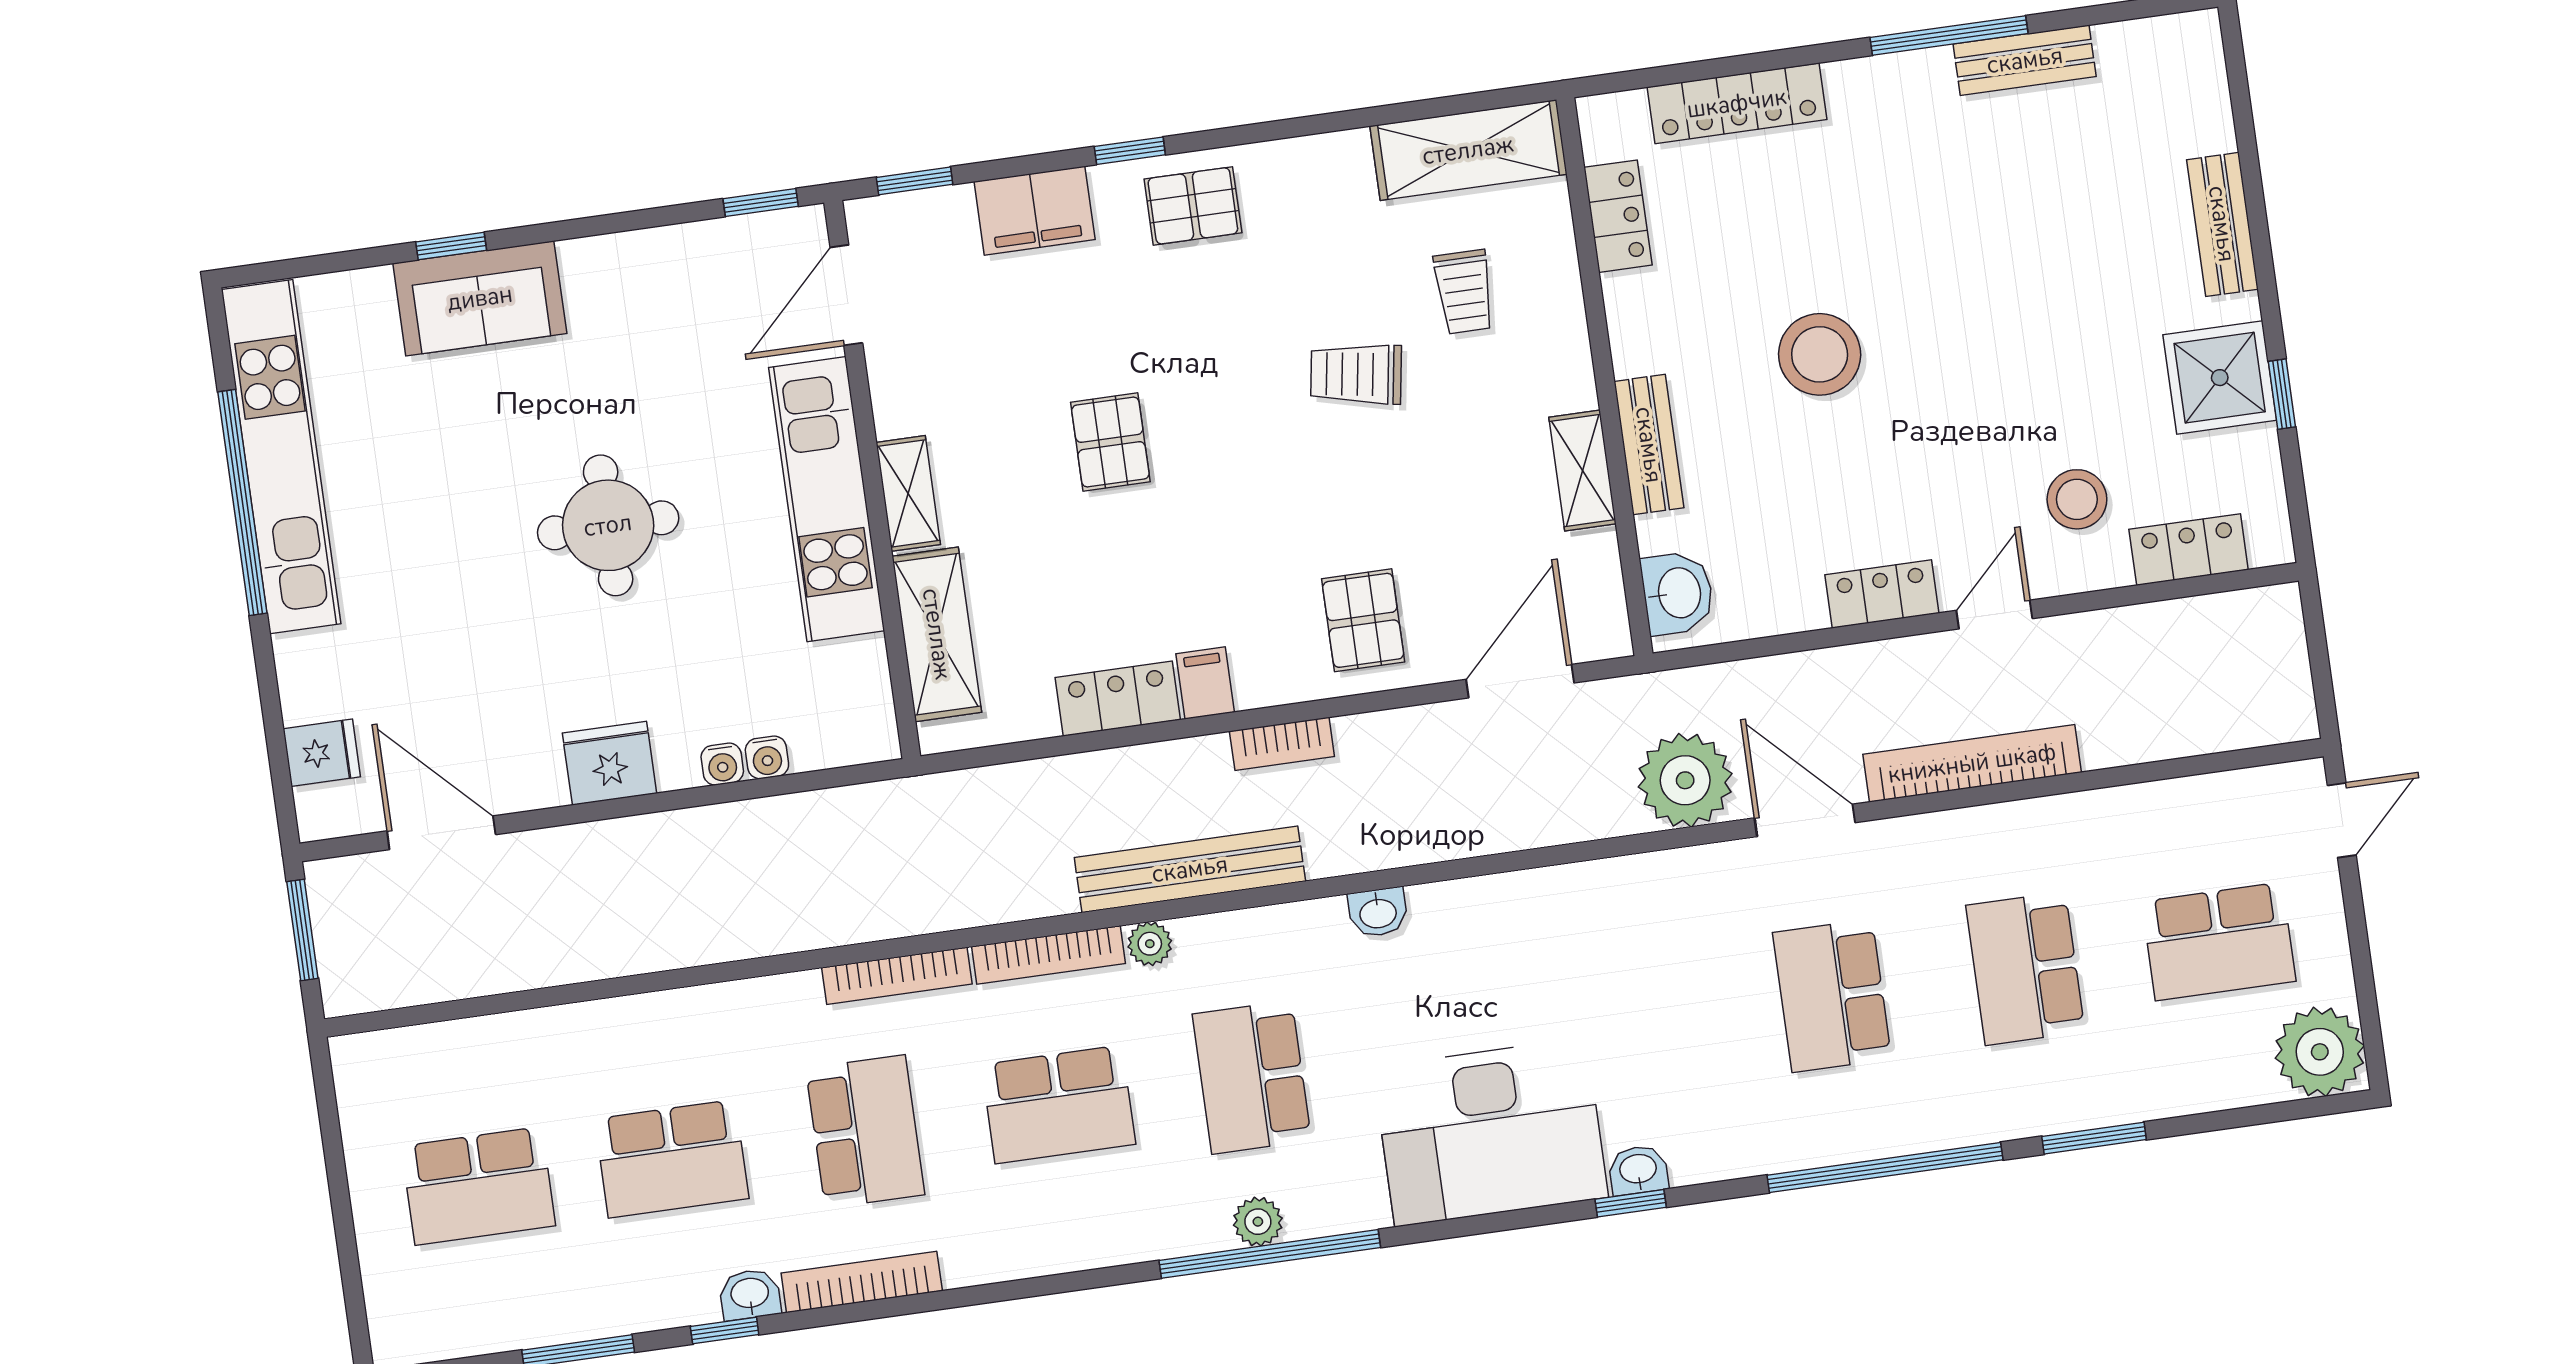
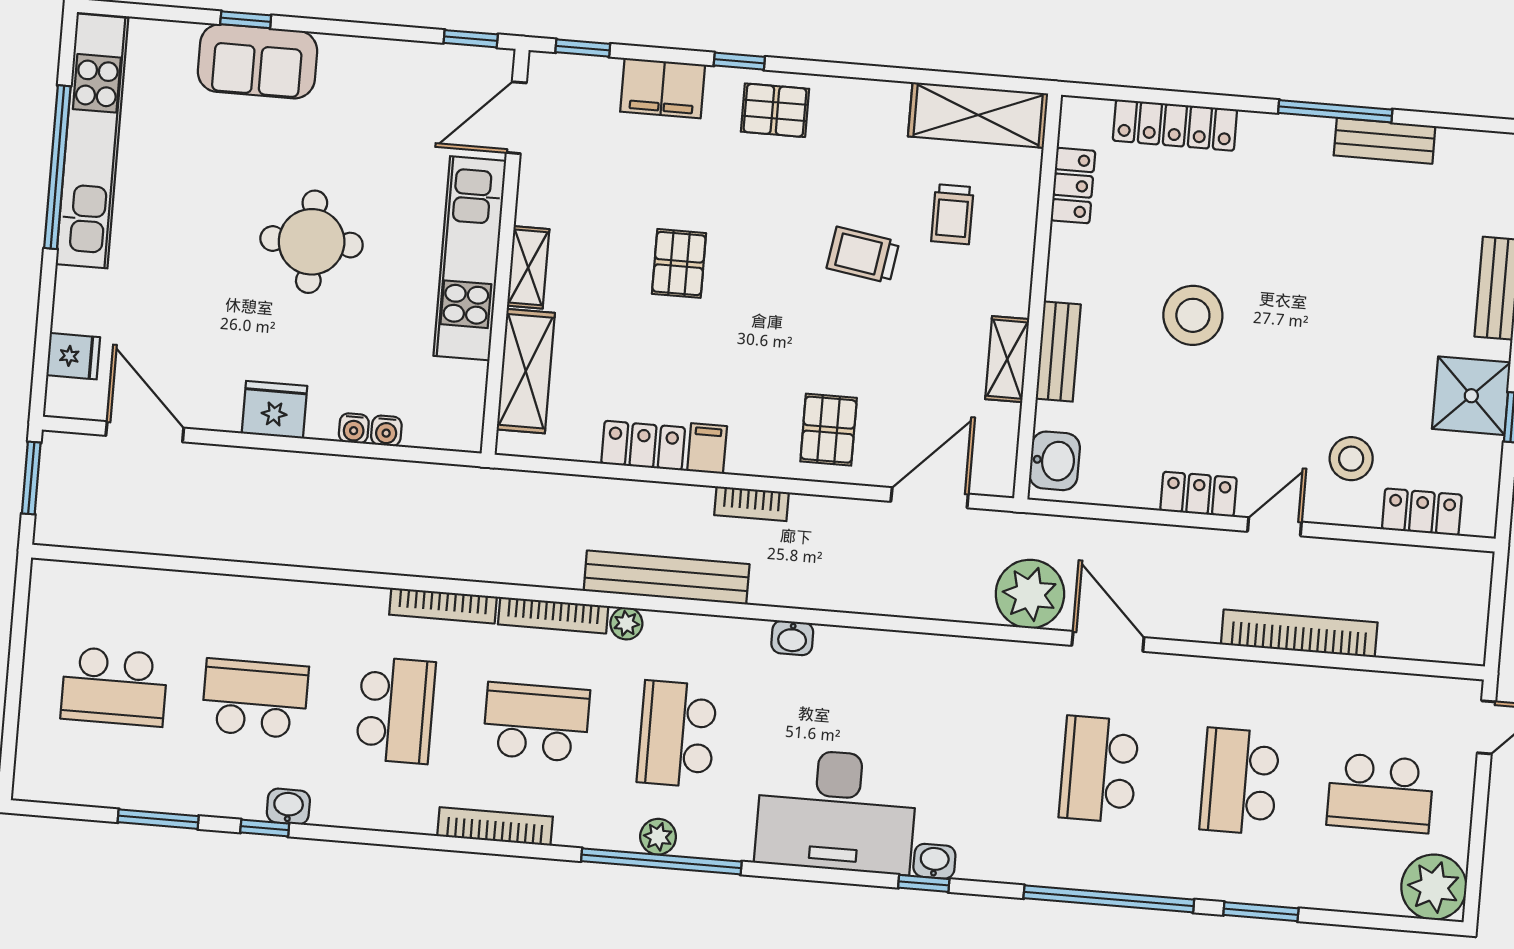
bookcase: (1972, 763) -> (1299, 633), moved
school desk: (1058, 1104) -> (536, 722), turned 180
school desk: (672, 1159) -> (255, 698), turned 180
bookcase: (862, 1282) -> (495, 826), moved

